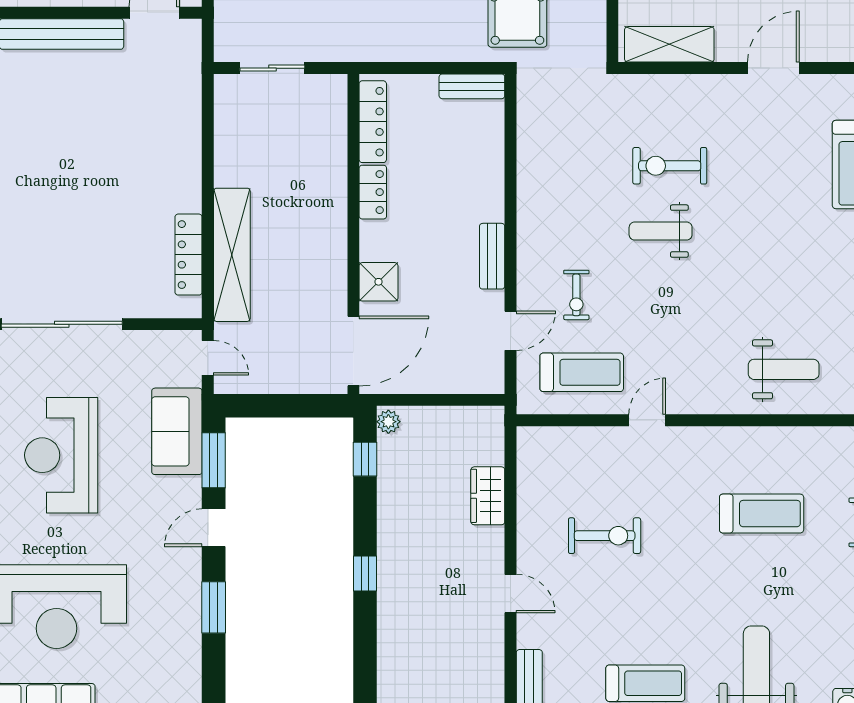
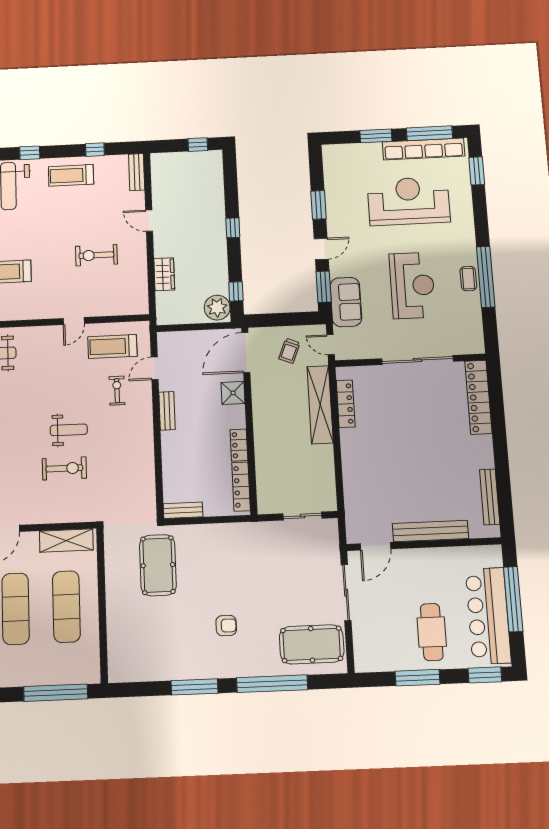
trolley: (279, 350) -> (289, 351), added
plant: (388, 422) -> (217, 308), width x1.88, depth x1.88

